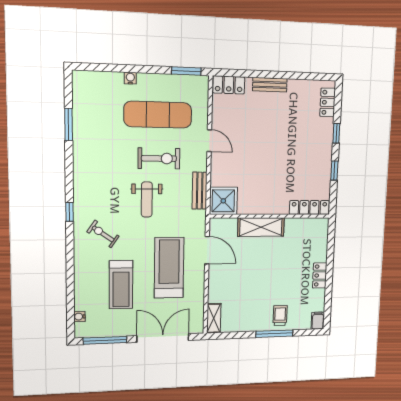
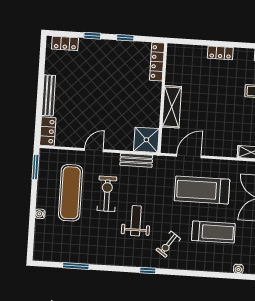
bench: (270, 85) -> (49, 95), width x1.36
weight bench: (147, 199) -> (136, 221), moved, turned -90

